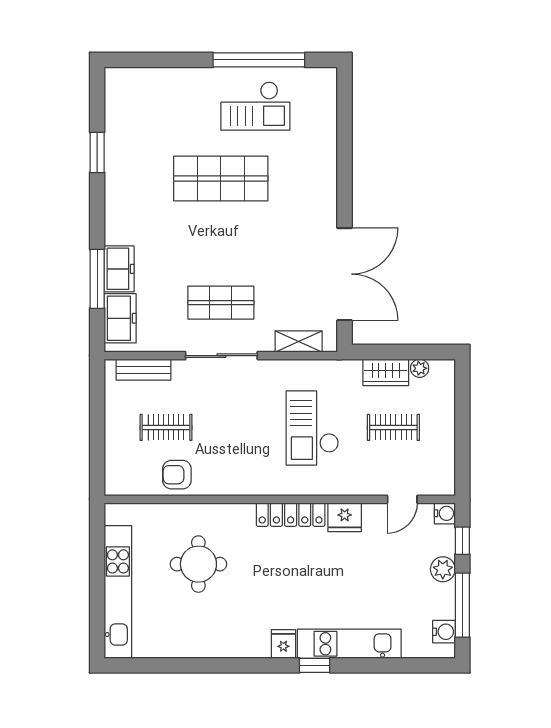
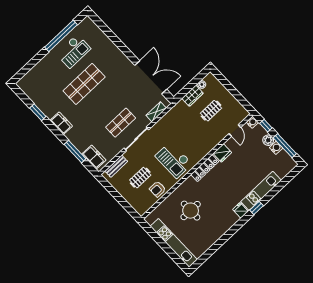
freezer: (119, 269) -> (61, 123), moved
checkout: (312, 428) -> (174, 160), moved
water cooler: (444, 632) -> (276, 148), moved

